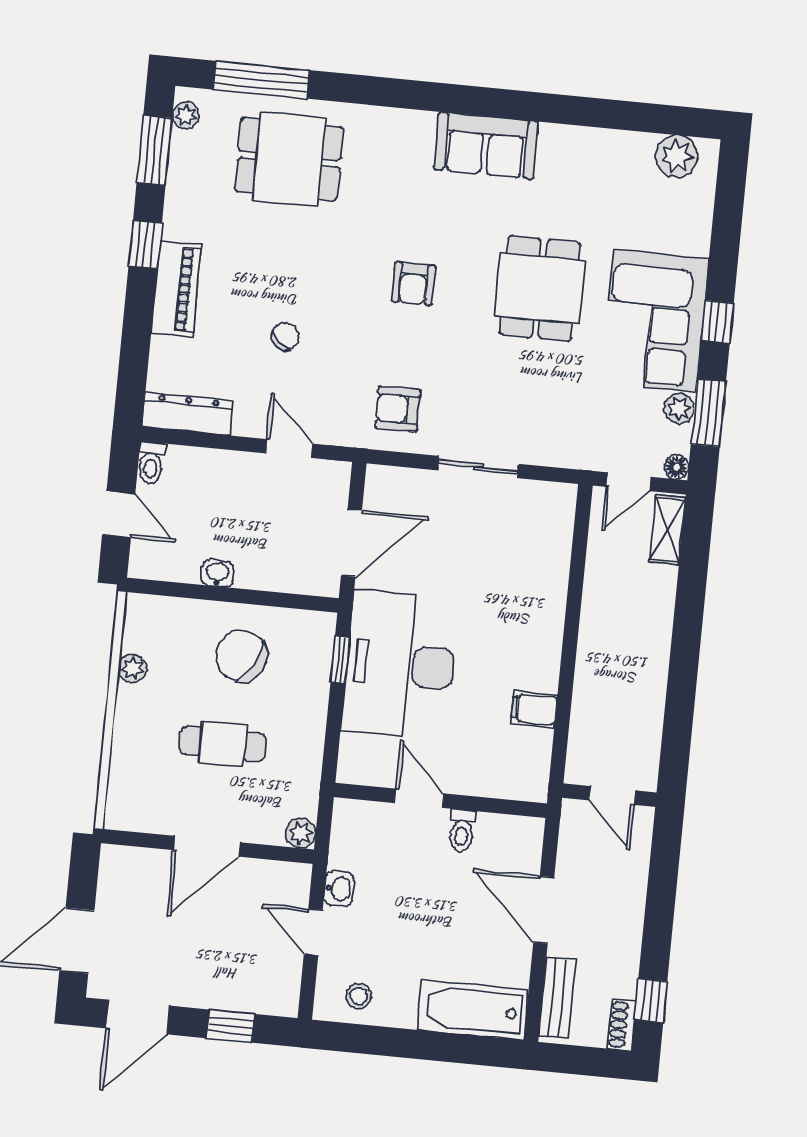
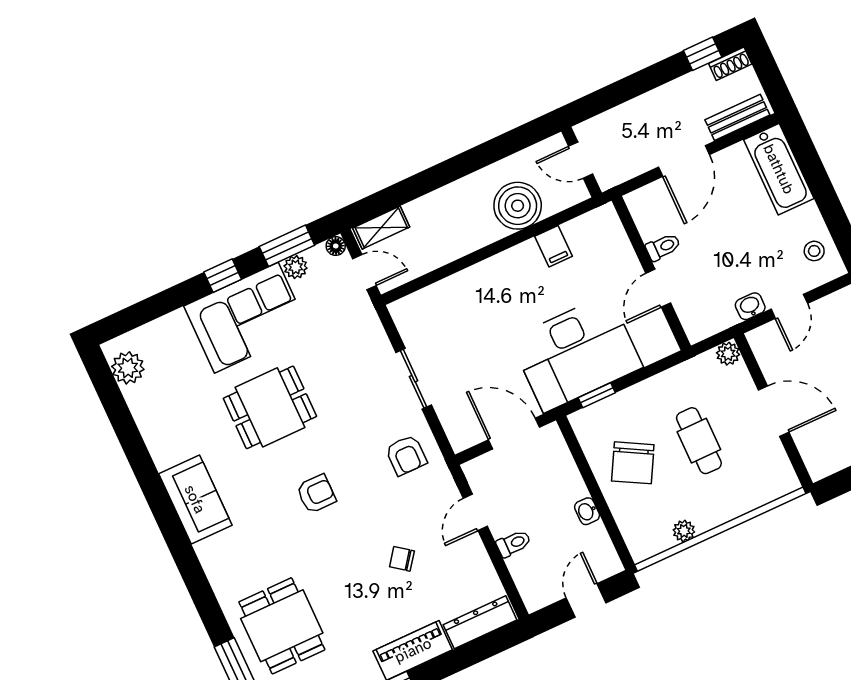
dresser: (188, 414) -> (480, 622), moved, turned 90
toilet: (151, 463) -> (514, 543), moved
boiler: (603, 696) -> (518, 206), added
door: (612, 795) -> (581, 160), swing flipped

